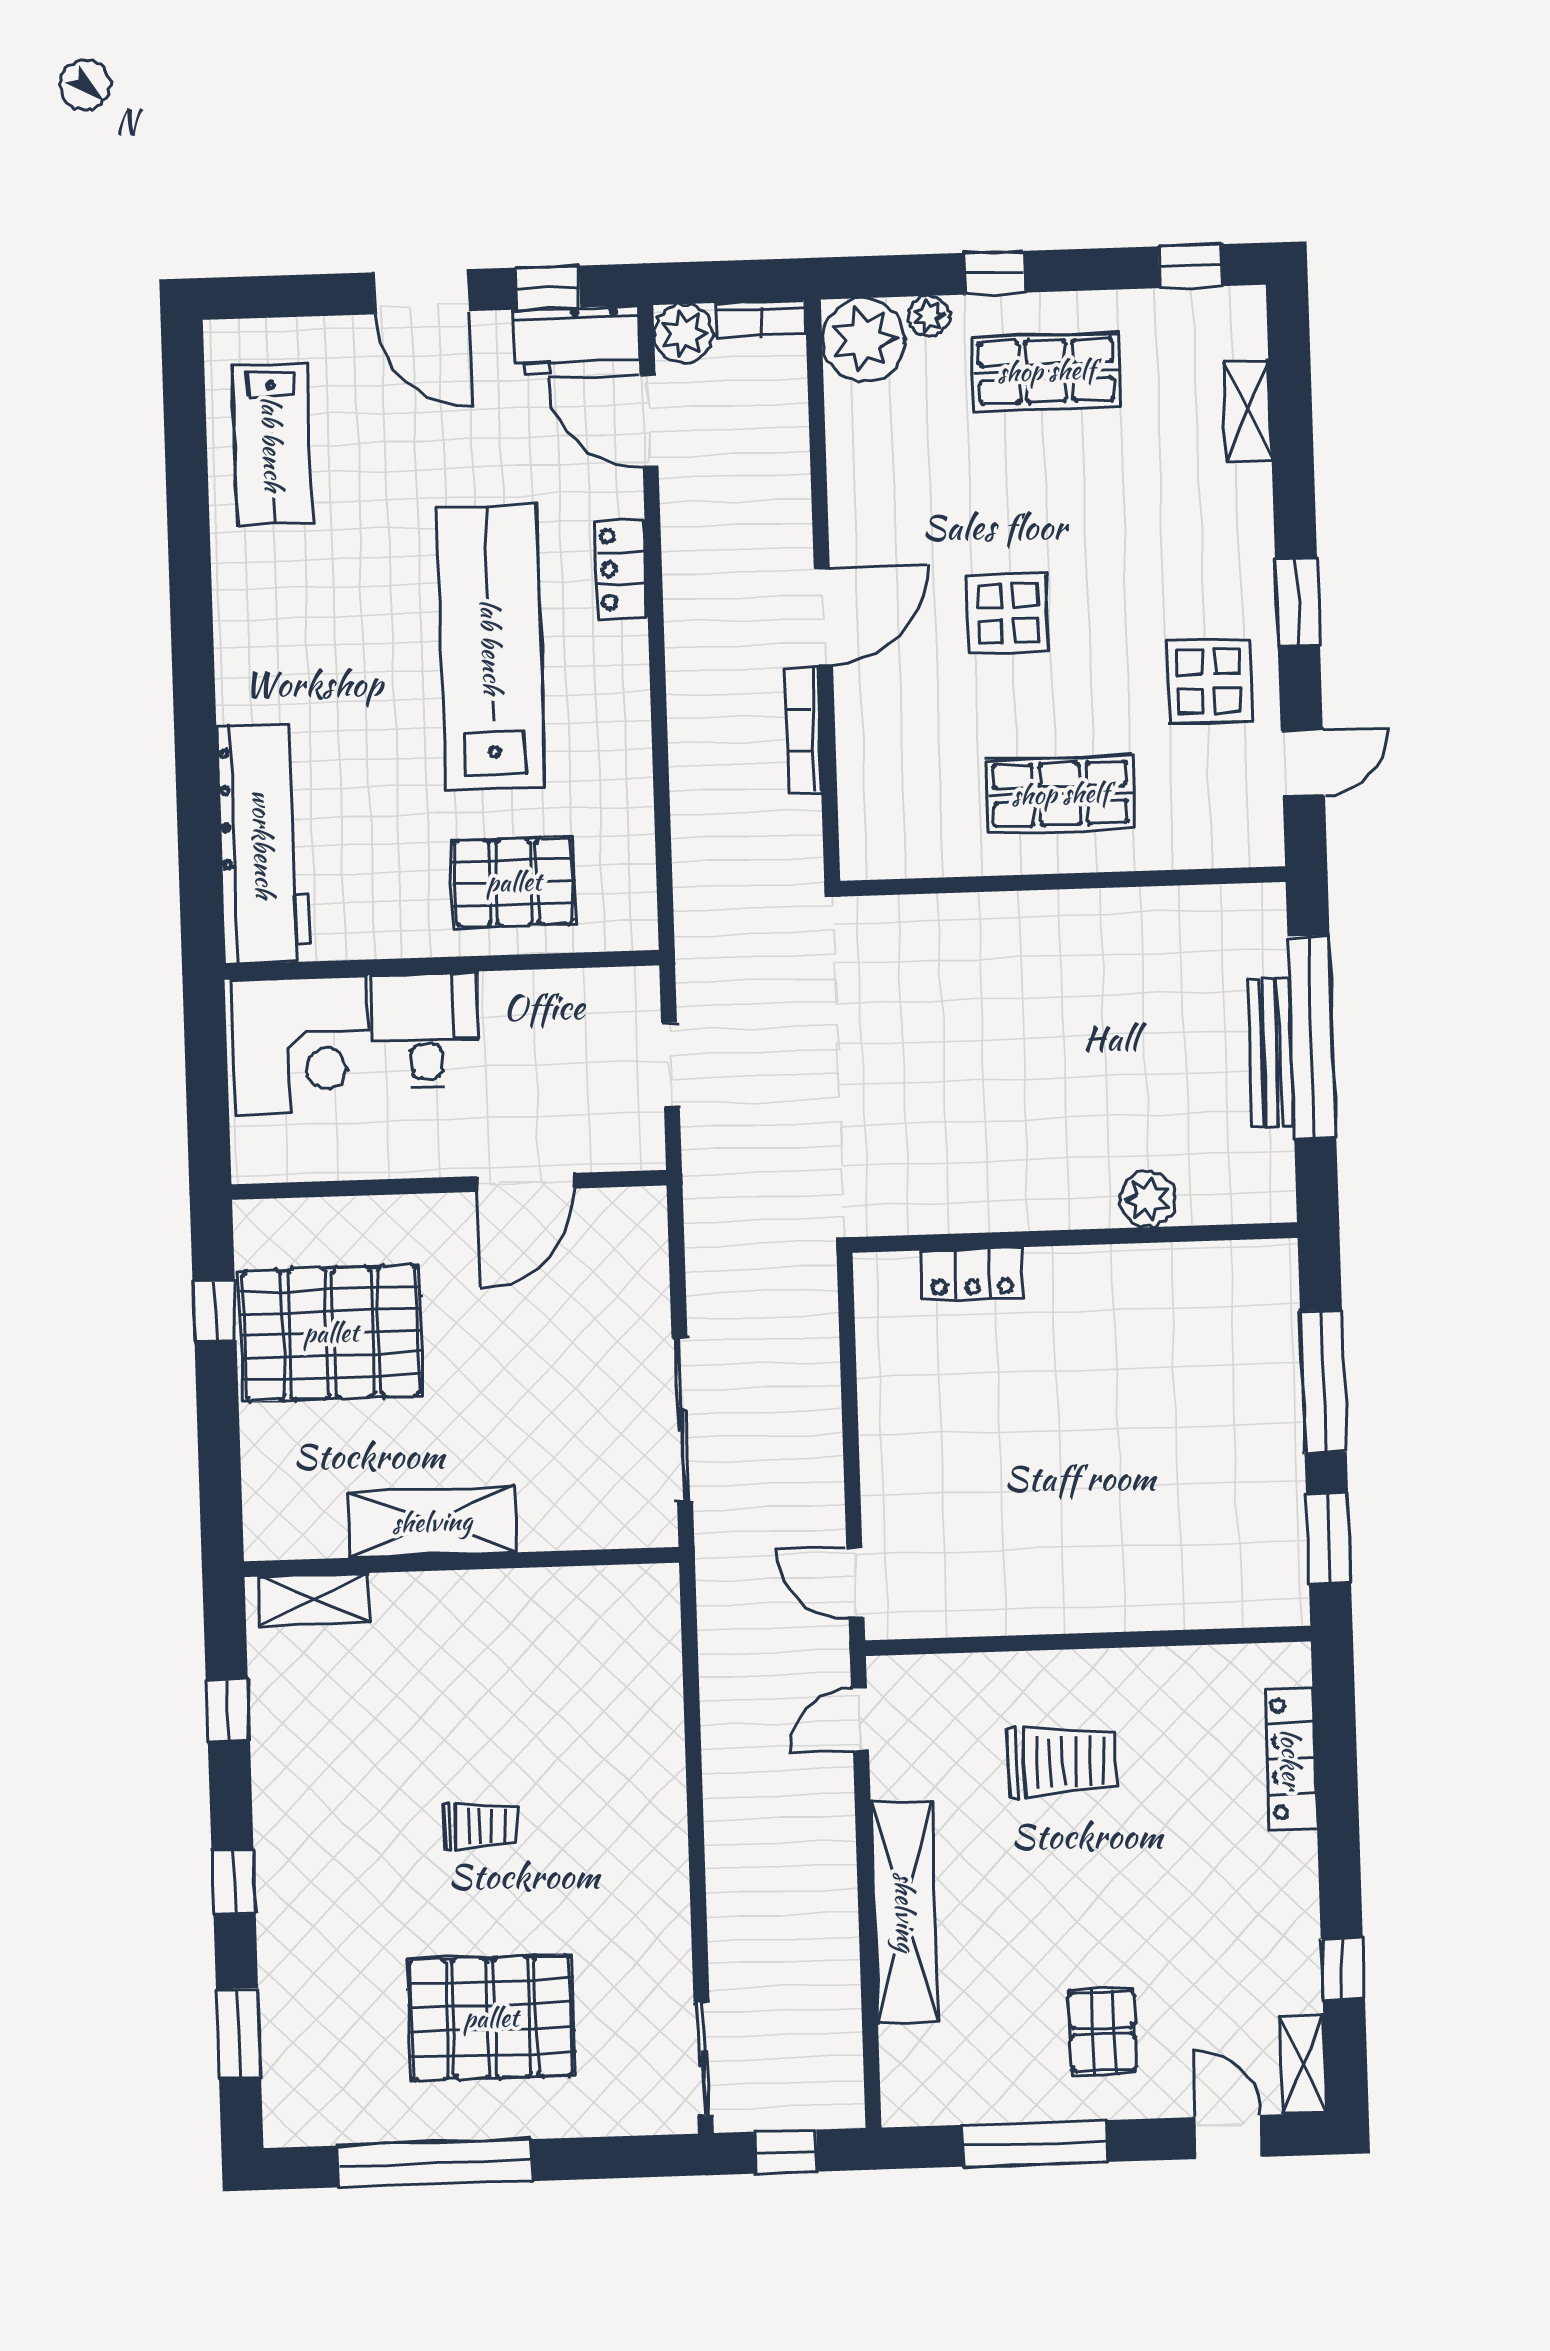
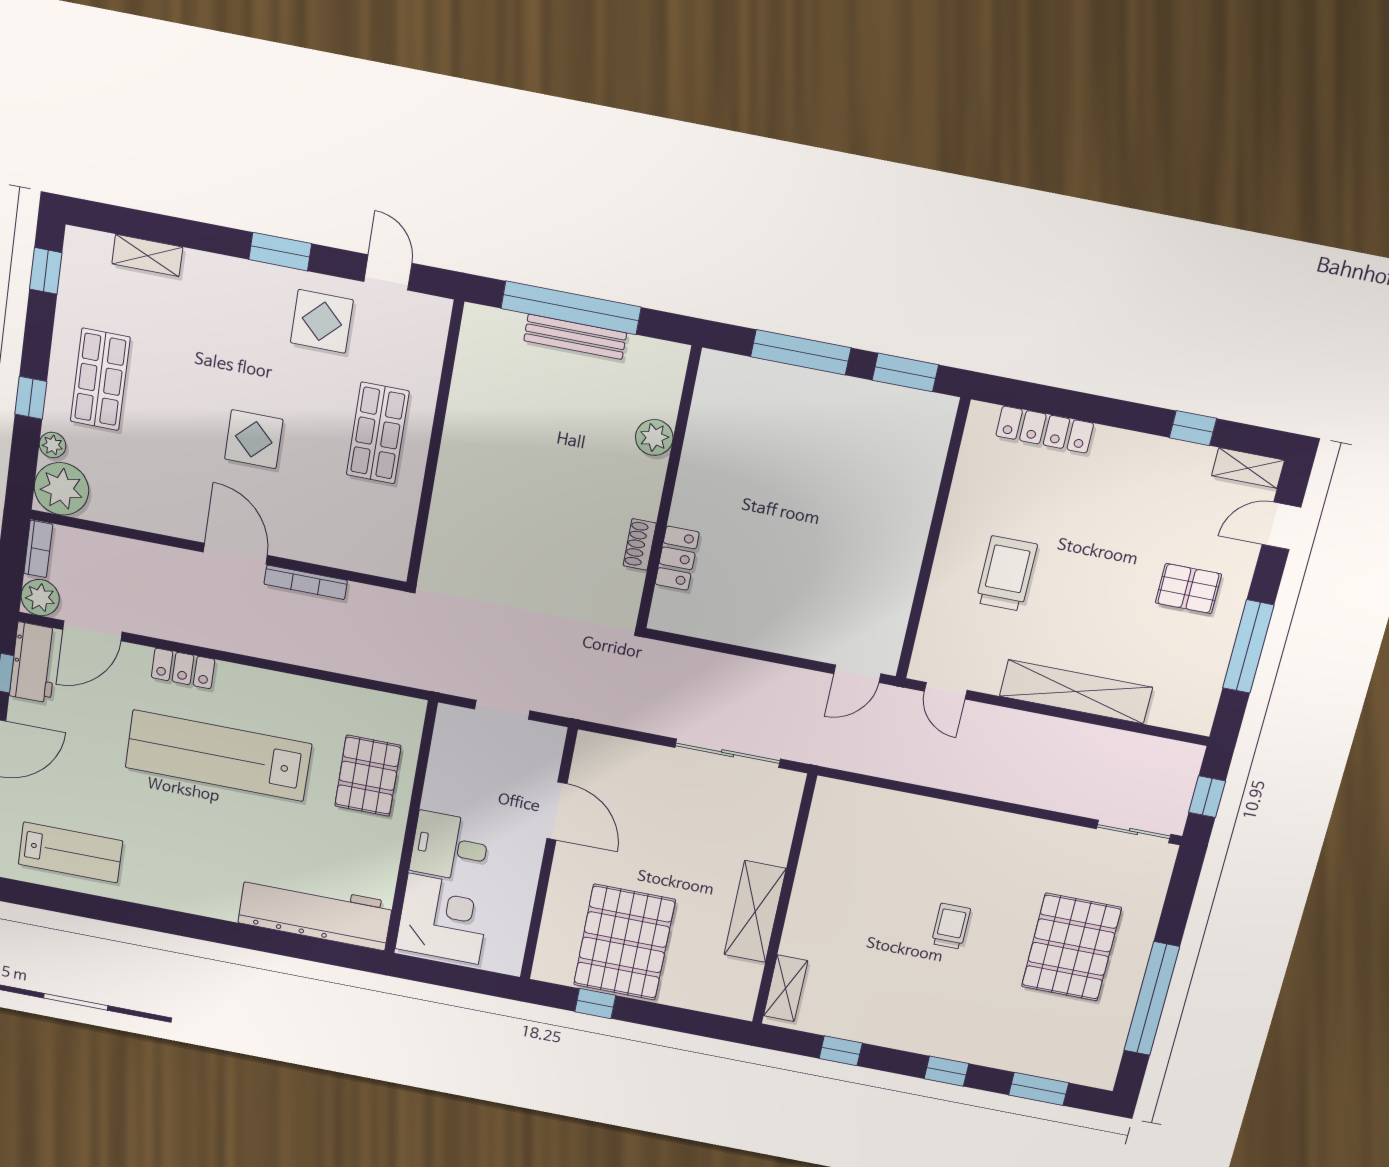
shoe rack: (980, 1214) -> (640, 544), added

